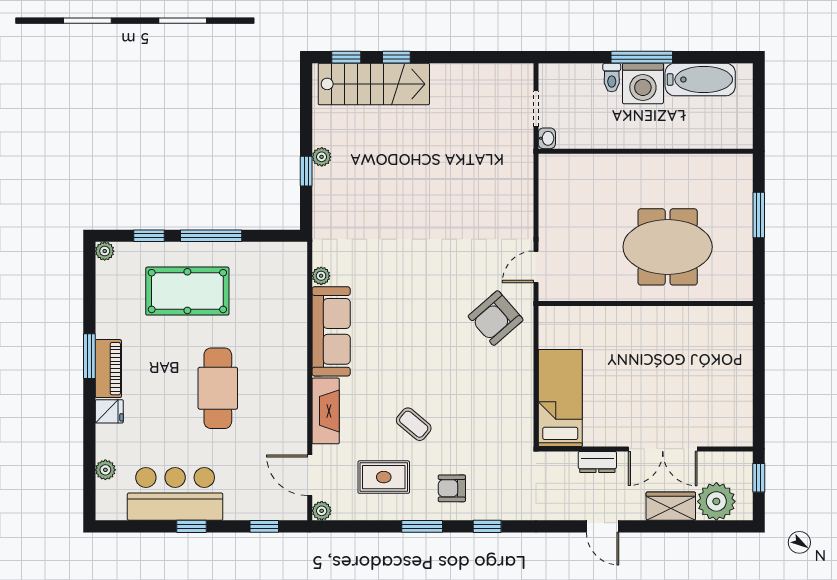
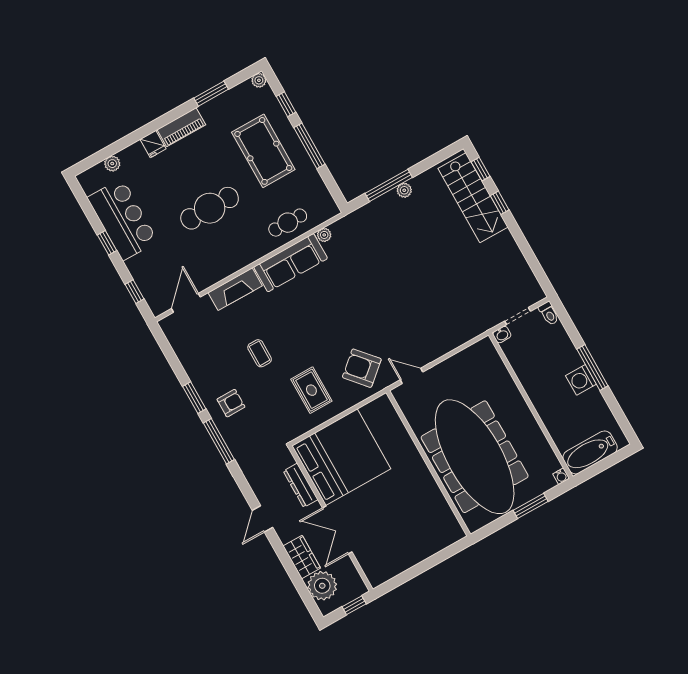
toilet: (612, 77) -> (549, 313), moved, turned -90
bathtub: (700, 79) -> (590, 452), moved, turned 90
washing machine: (643, 83) -> (581, 380), width x0.73, depth x0.73
water cooler: (745, 162) -> (561, 476), added
window: (306, 171) -> (389, 185), width x2.17
meeting table: (668, 247) -> (475, 457), width x1.86, depth x1.27
cafe table: (284, 309) -> (288, 223), added
window: (89, 356) -> (211, 94), moved
bed: (560, 398) -> (341, 457), width x2.04
coffee table: (414, 424) -> (260, 353), turned -40
dresser: (597, 462) -> (301, 485), width x1.44
rug: (384, 477) -> (311, 390), moved
armchair: (452, 488) -> (231, 403), turned 90
plant: (322, 511) -> (167, 324), removed
window: (487, 526) -> (219, 441), width x2.17

